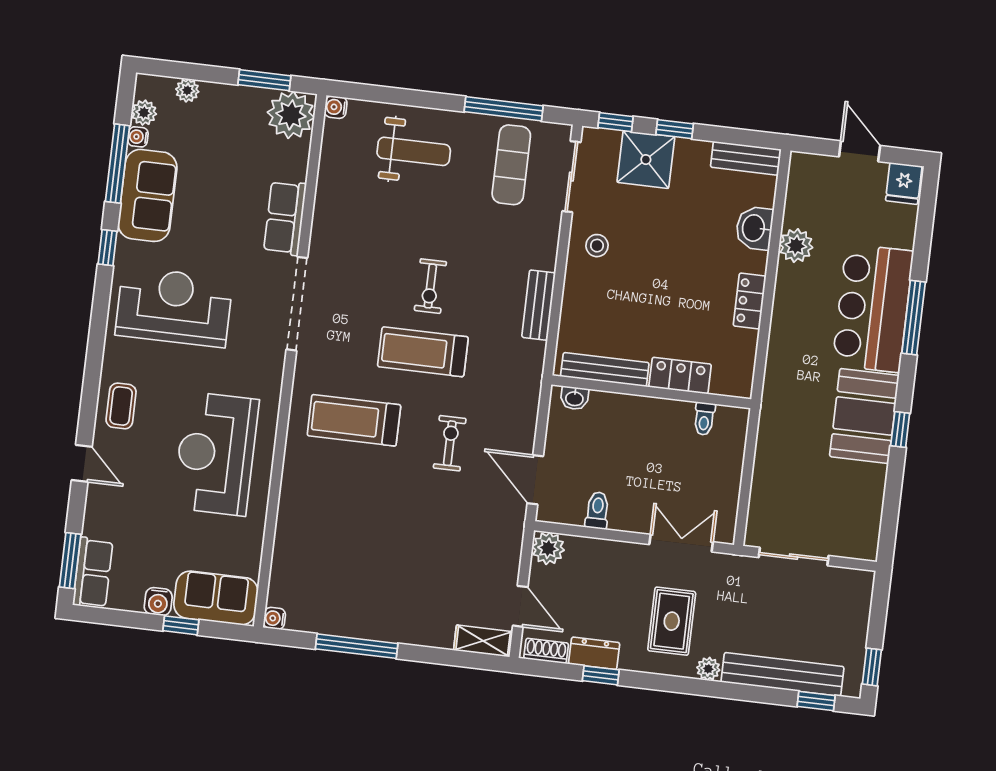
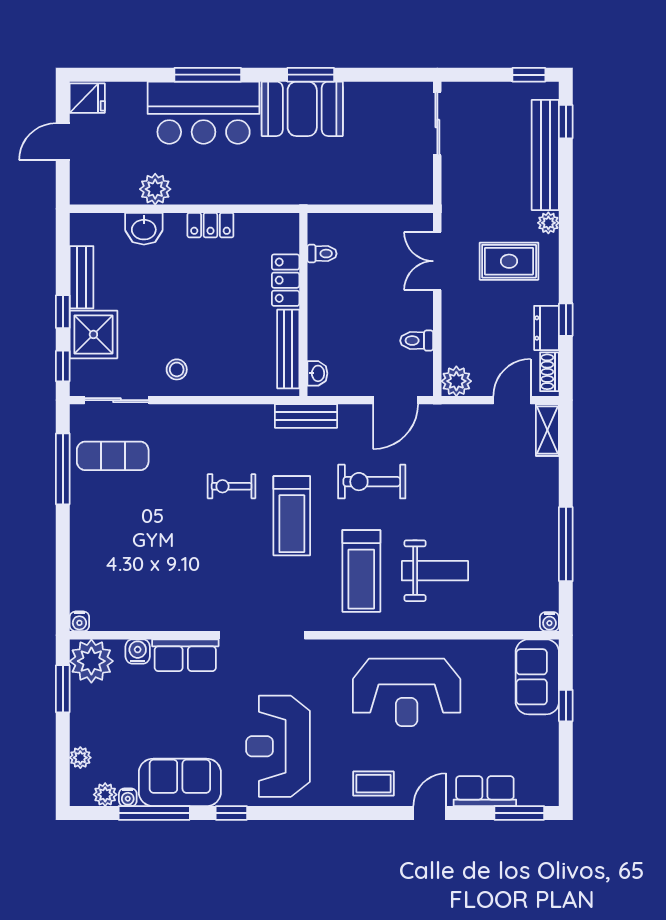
weight bench: (414, 151) -> (435, 571), moved, turned 90
bench: (746, 158) -> (82, 277), moved
exercise bike: (430, 286) -> (232, 486), moved, turned 180
bench: (539, 305) -> (306, 416), moved
window: (900, 430) -> (311, 75), width x1.50
exercise bike: (450, 443) -> (372, 482), width x1.38, depth x1.39
sliding door: (794, 557) -> (437, 123), moved
row of seats: (93, 573) -> (485, 791), moved
water cooler: (158, 602) -> (138, 652), moved, turned -90

